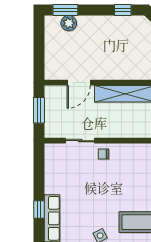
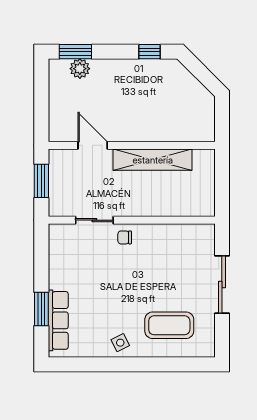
door: (79, 83) -> (93, 145), swing flipped
window: (39, 210) -> (41, 309), width x1.50

